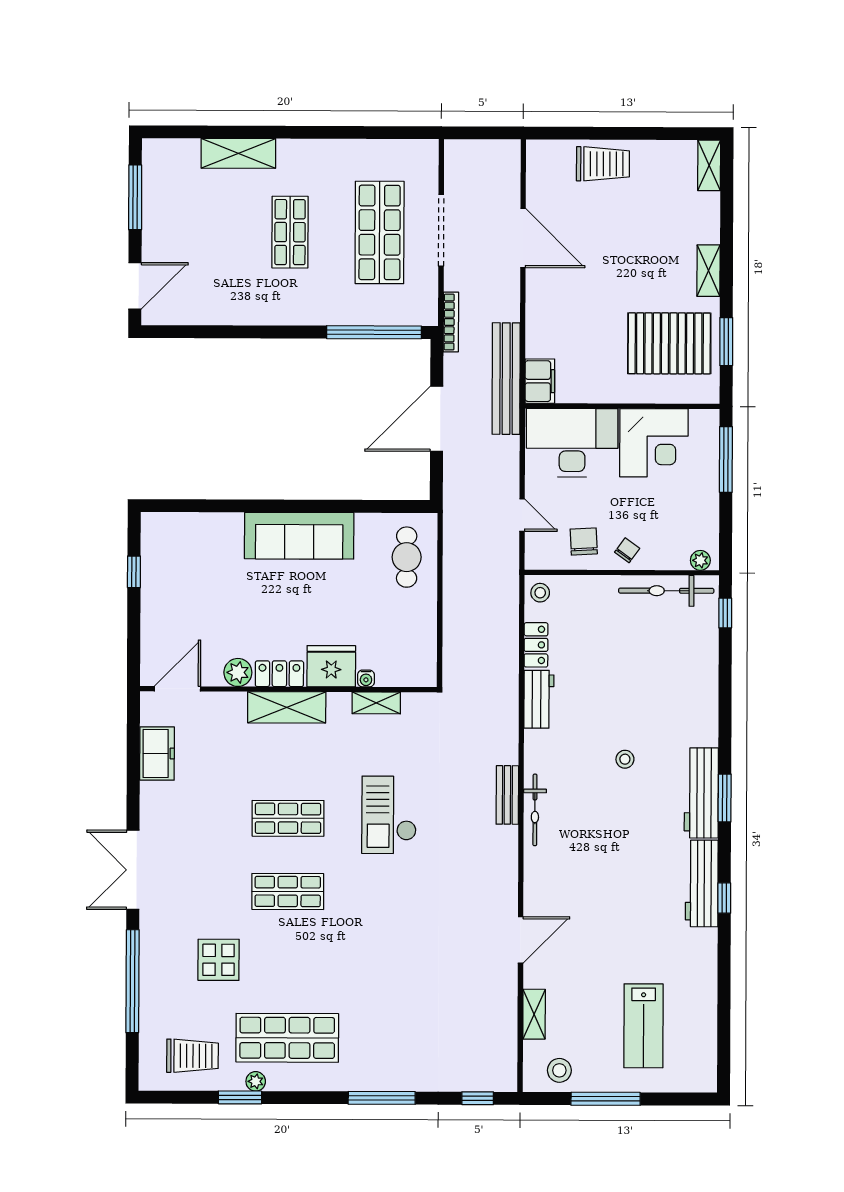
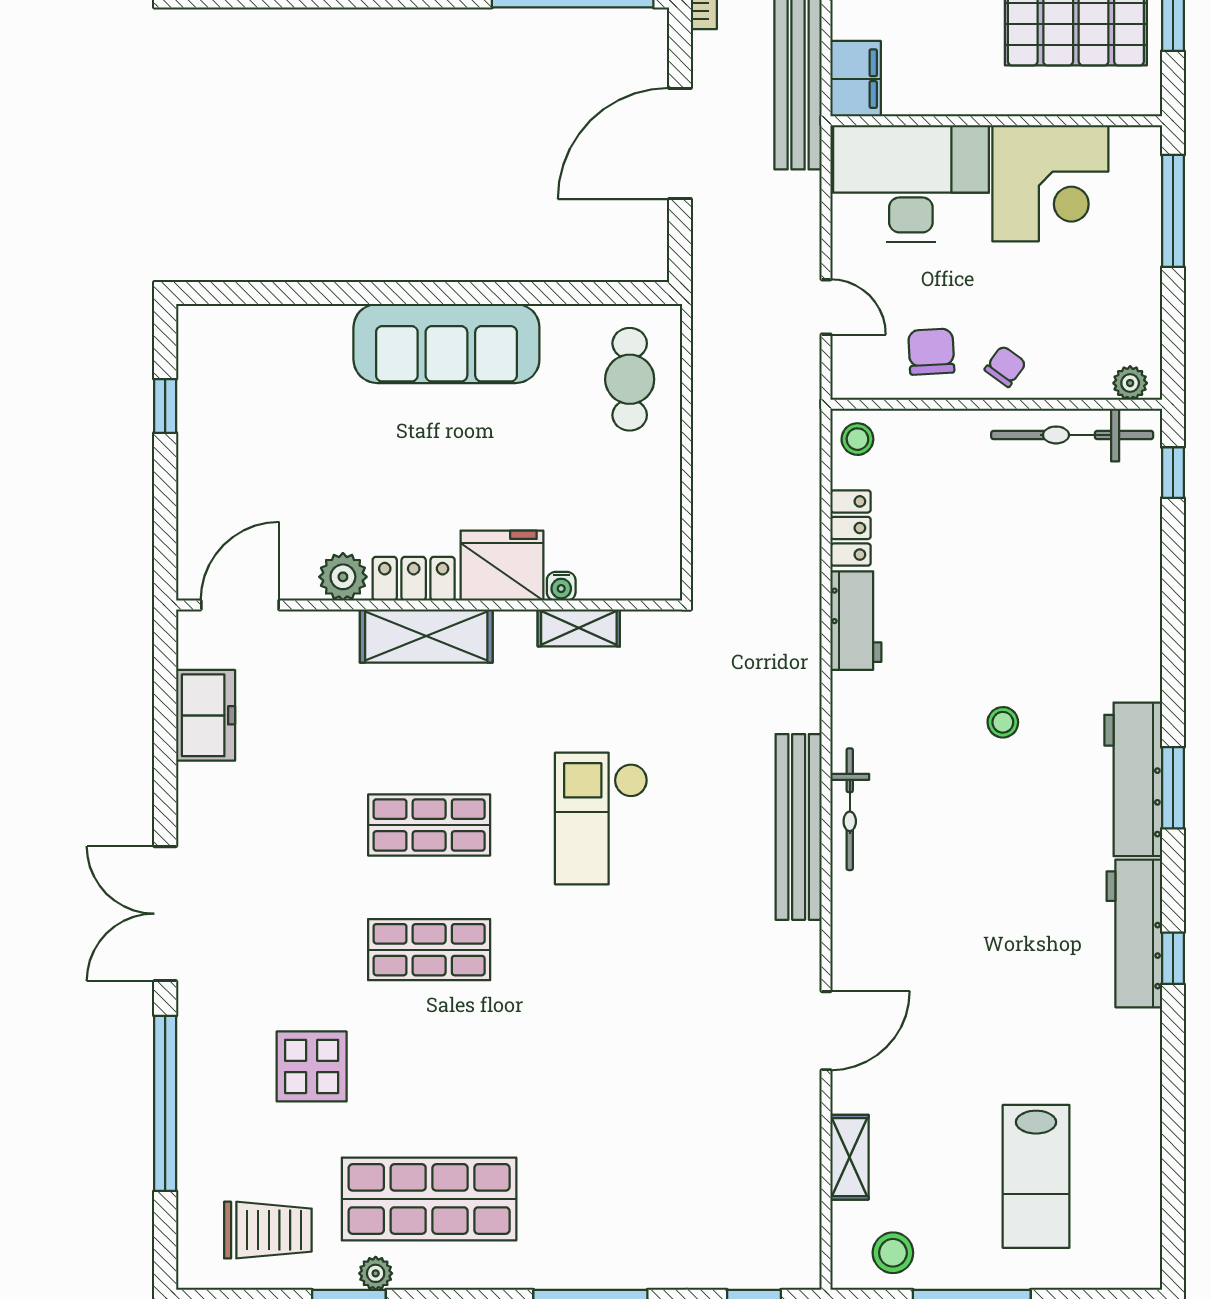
bench: (507, 795) -> (799, 827), width x1.86, depth x1.21

